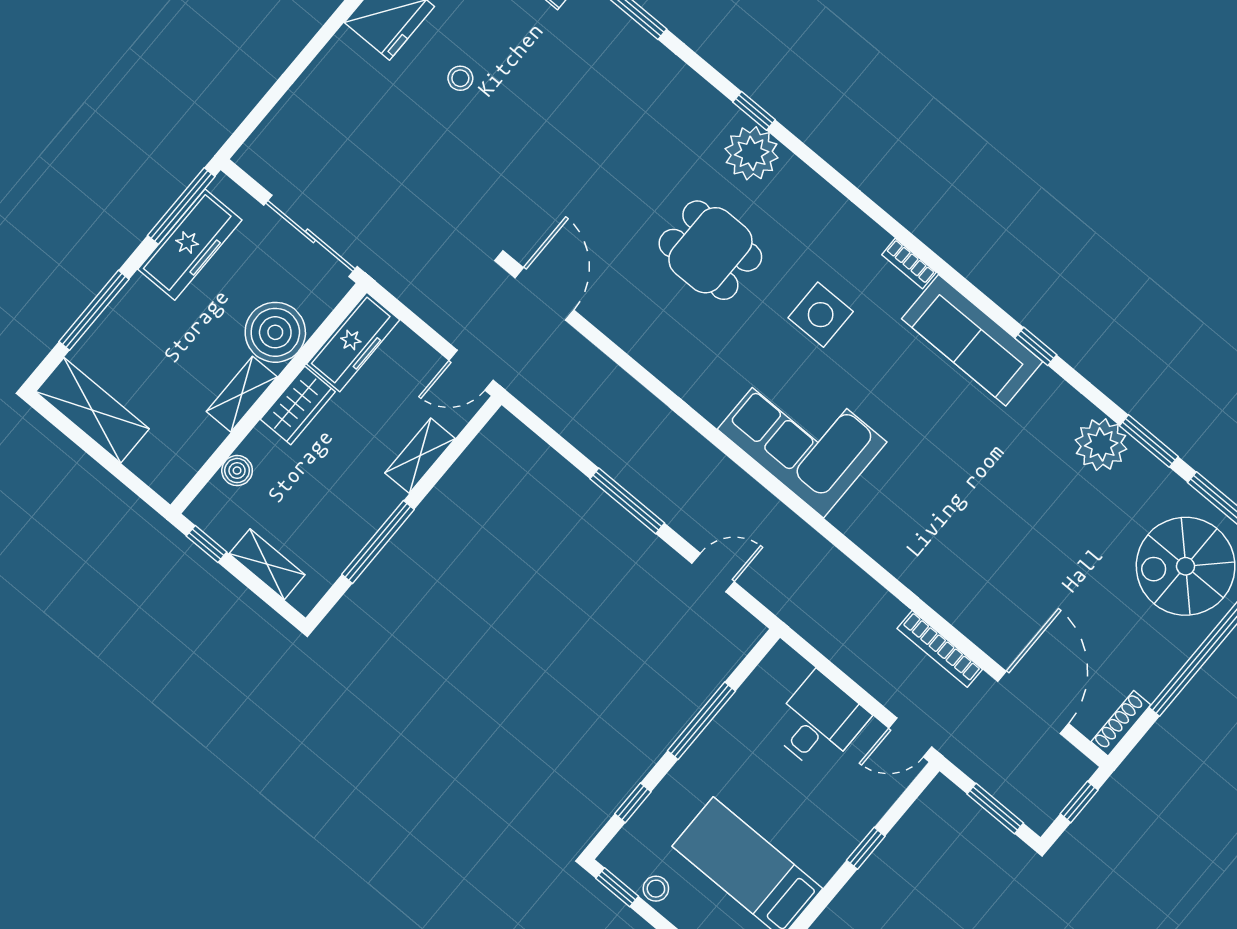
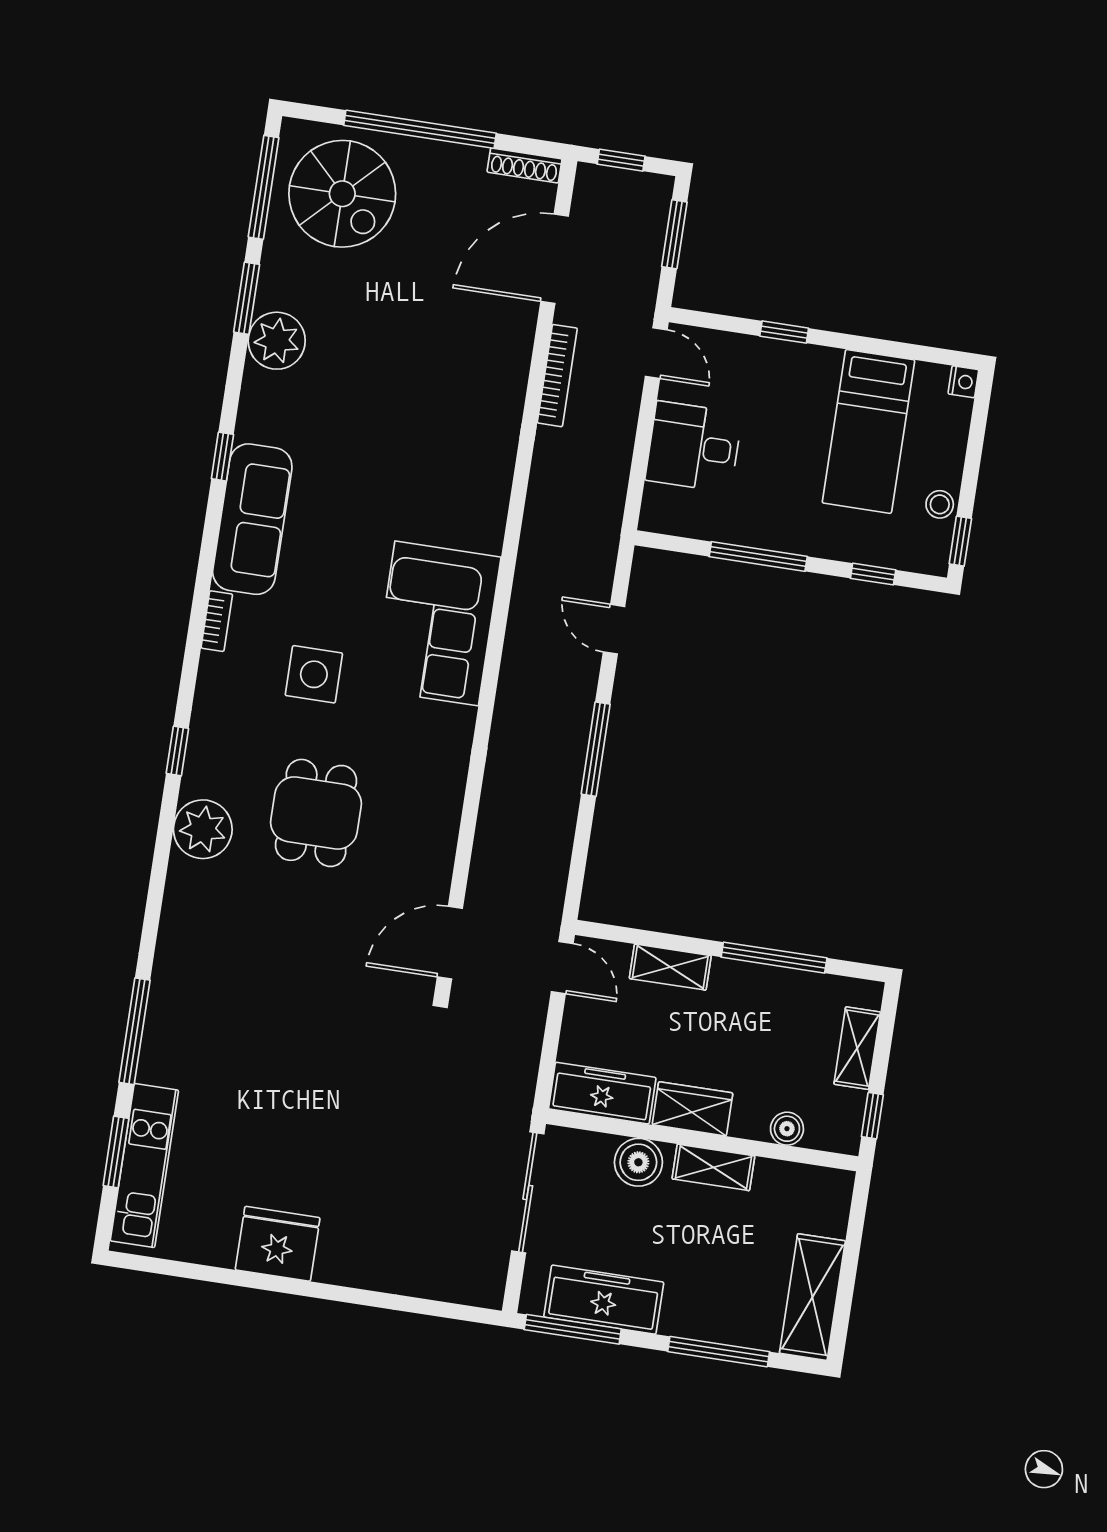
stool: (460, 78) -> (297, 1142), removed
window: (754, 111) -> (177, 751), moved
boiler: (275, 332) -> (638, 1162), width x0.73, depth x0.73

